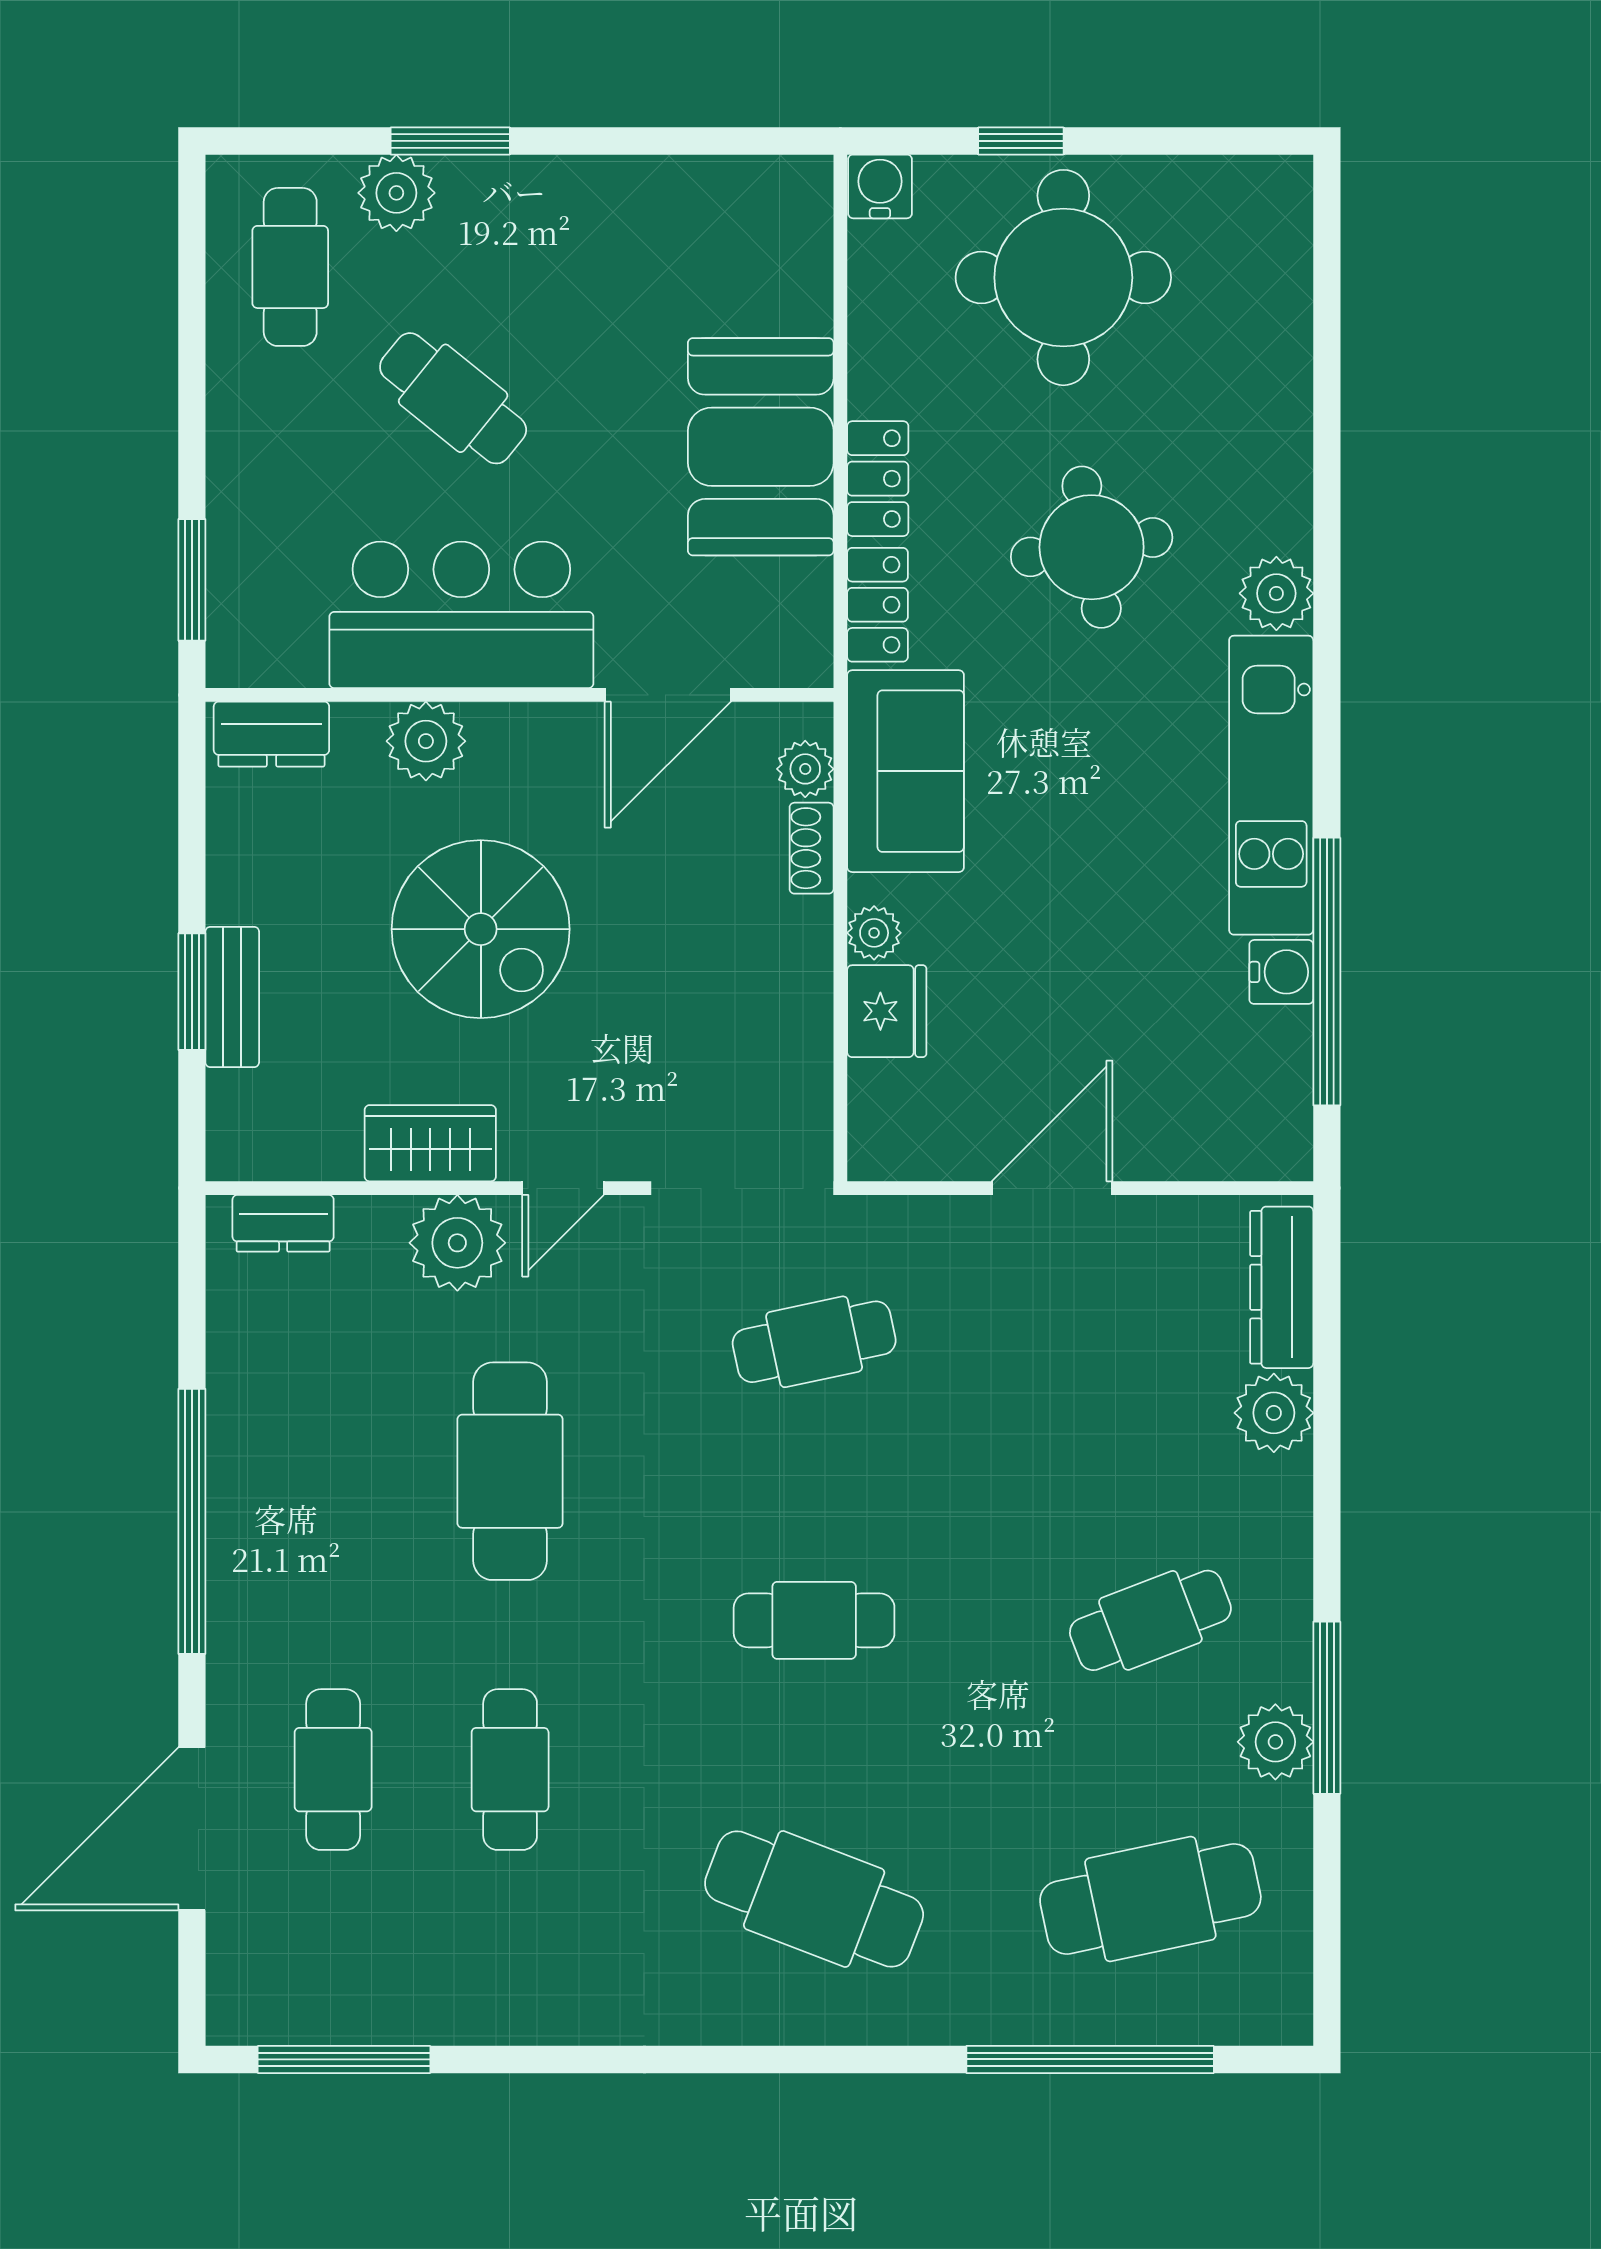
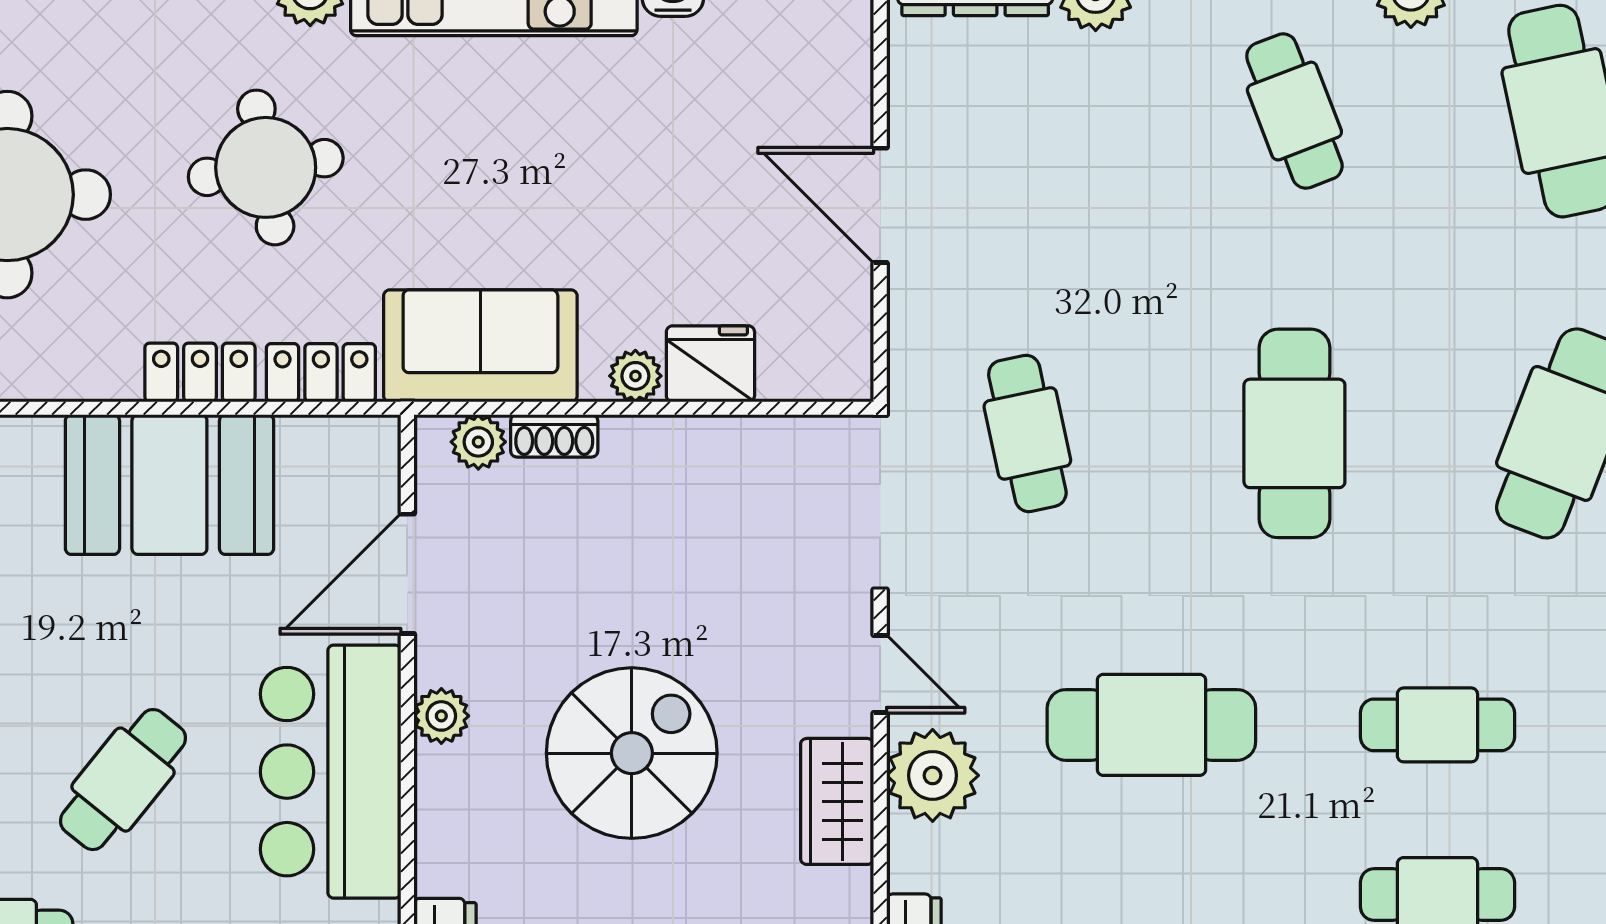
door: (668, 695) -> (407, 574), swing flipped
plant: (426, 741) -> (441, 716), moved, width x0.73, depth x0.73
cafe table: (814, 1620) -> (1294, 433), width x1.37, depth x1.35

